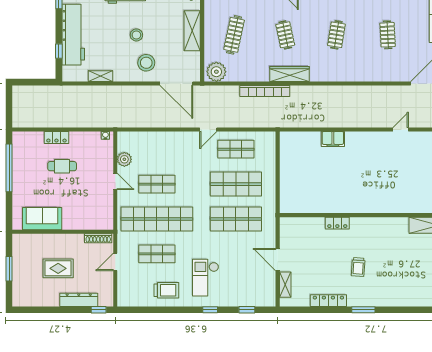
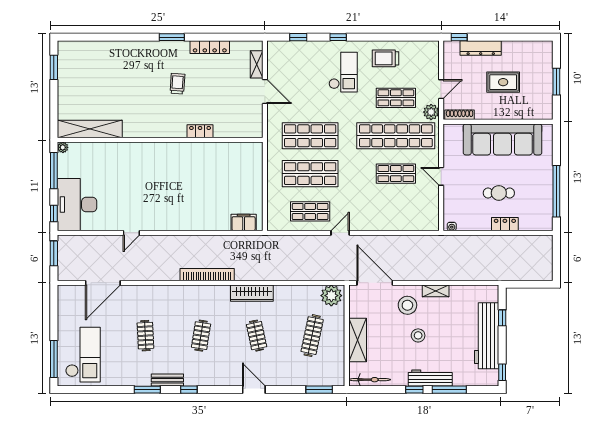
shelving: (100, 76) -> (436, 291), moved
bookcase: (265, 91) -> (207, 275), moved
filing cabinet: (333, 139) -> (244, 223), moved
plant: (124, 159) -> (431, 112), moved
sofa: (42, 219) -> (502, 139), width x1.85, depth x1.27

